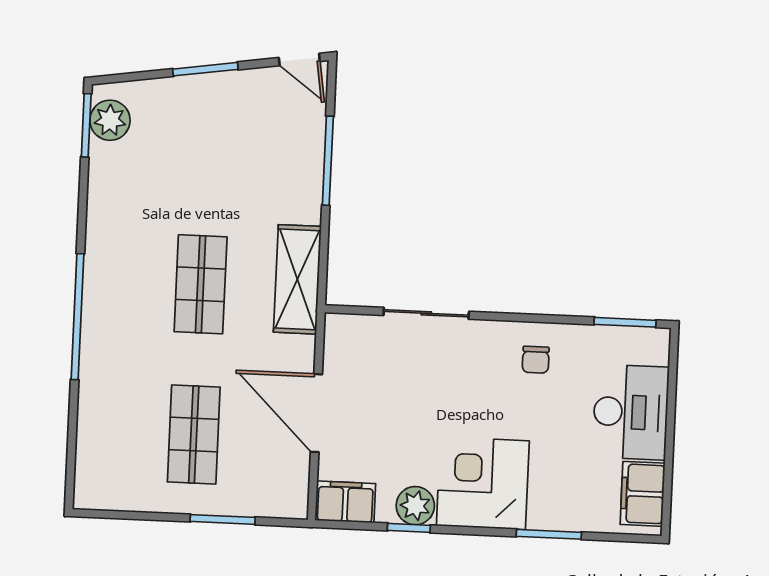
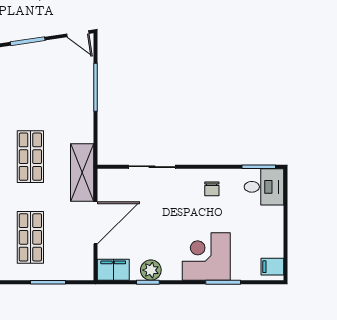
shelving: (297, 279) -> (82, 173), moved
desk: (631, 412) -> (264, 187), moved, width x0.73
door: (316, 413) -> (96, 223), swing flipped
corner desk: (483, 483) -> (206, 256), moved
filing cabinet: (643, 494) -> (272, 267), width x0.50

